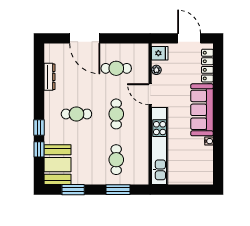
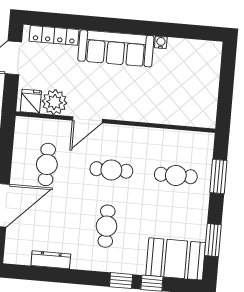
plant: (156, 70) -> (55, 102), width x1.88, depth x1.88
kitchen unit: (160, 146) -> (162, 113), removed

